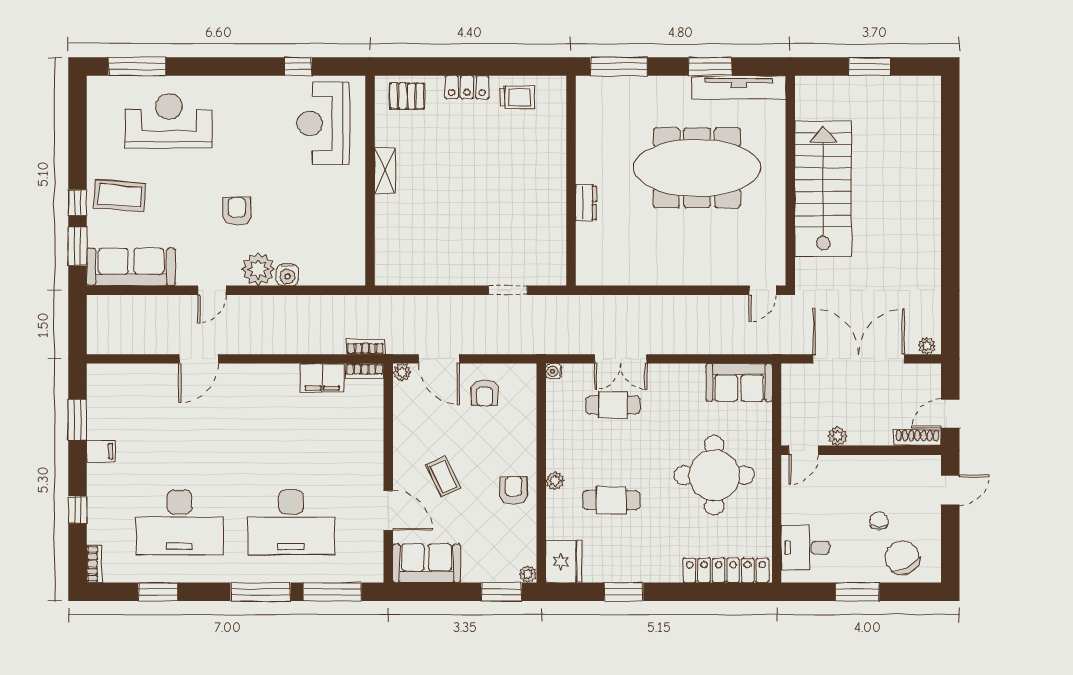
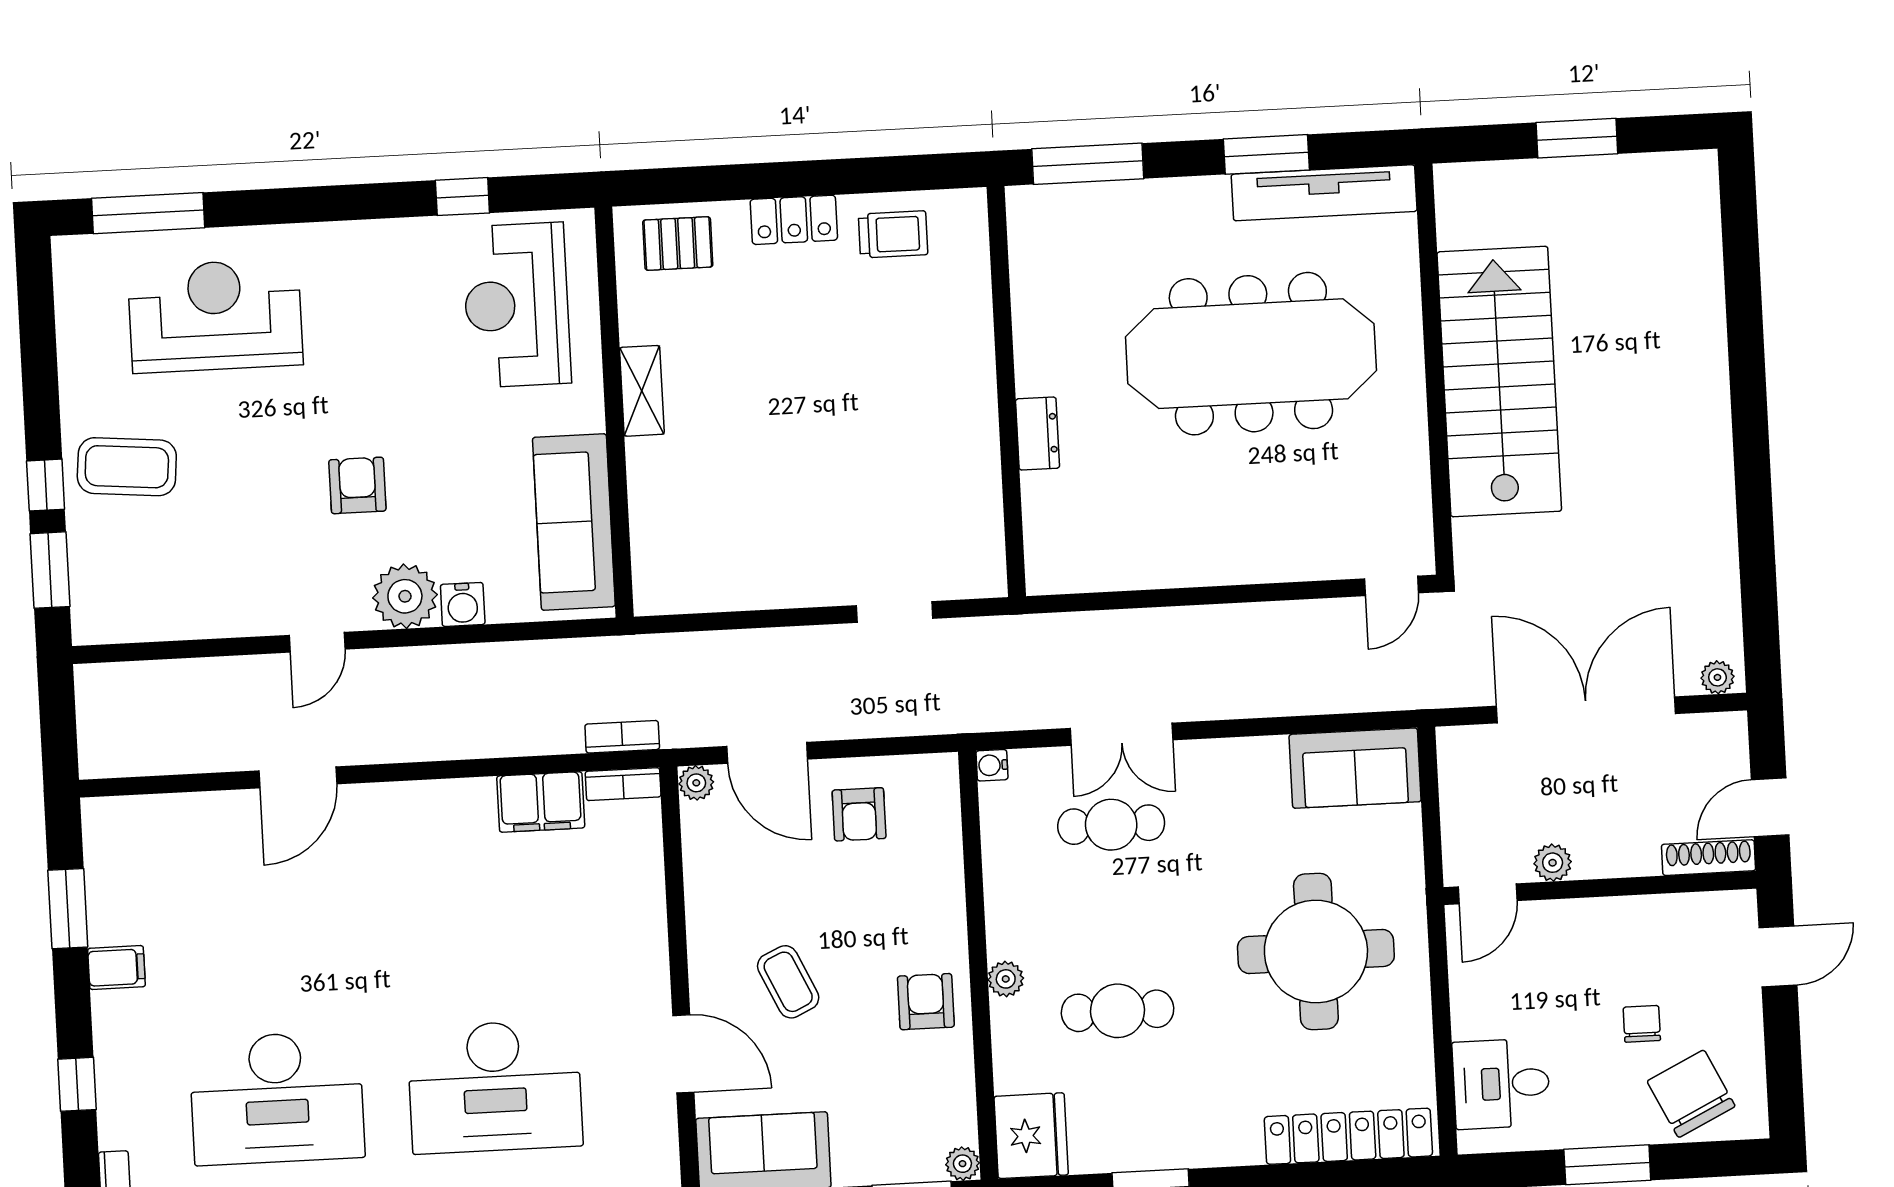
sofa: (131, 267) -> (574, 522), moved, turned -90

